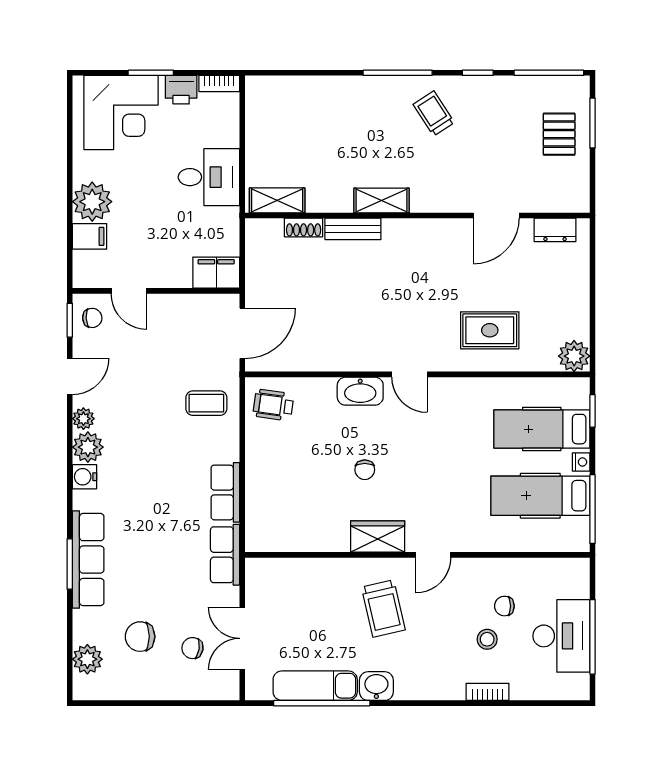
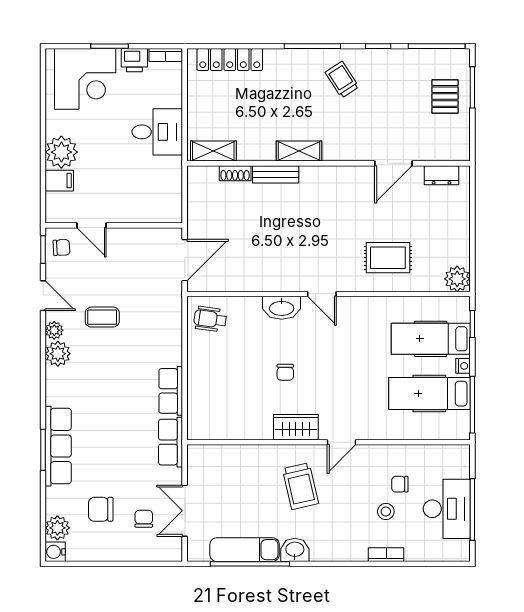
locker: (297, 89) -> (230, 60), added
filing cabinet: (216, 273) -> (163, 210), removed
door: (70, 376) -> (43, 296), hinge flipped
coffee table: (206, 403) -> (102, 317), moved
water cooler: (85, 477) -> (55, 552), moved
chair: (192, 648) -> (144, 519), turned 81

